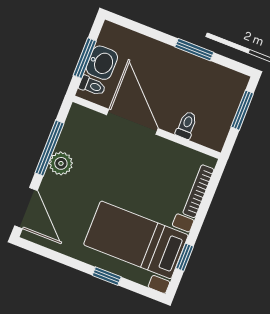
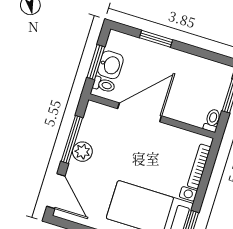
window: (194, 50) -> (156, 39), moved
door: (132, 122) -> (140, 112), hinge flipped
toilet: (186, 125) -> (212, 120), moved

